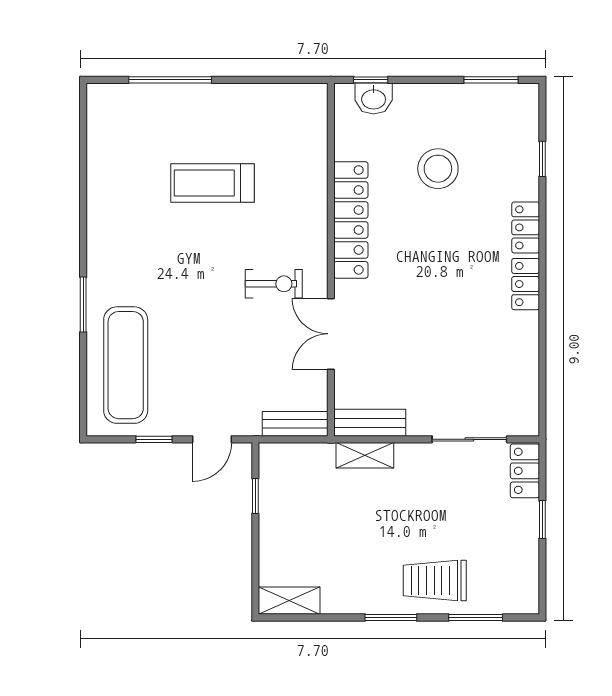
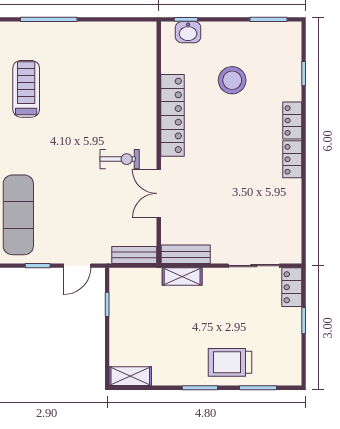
treadmill: (212, 183) -> (26, 89), moved, turned 90

